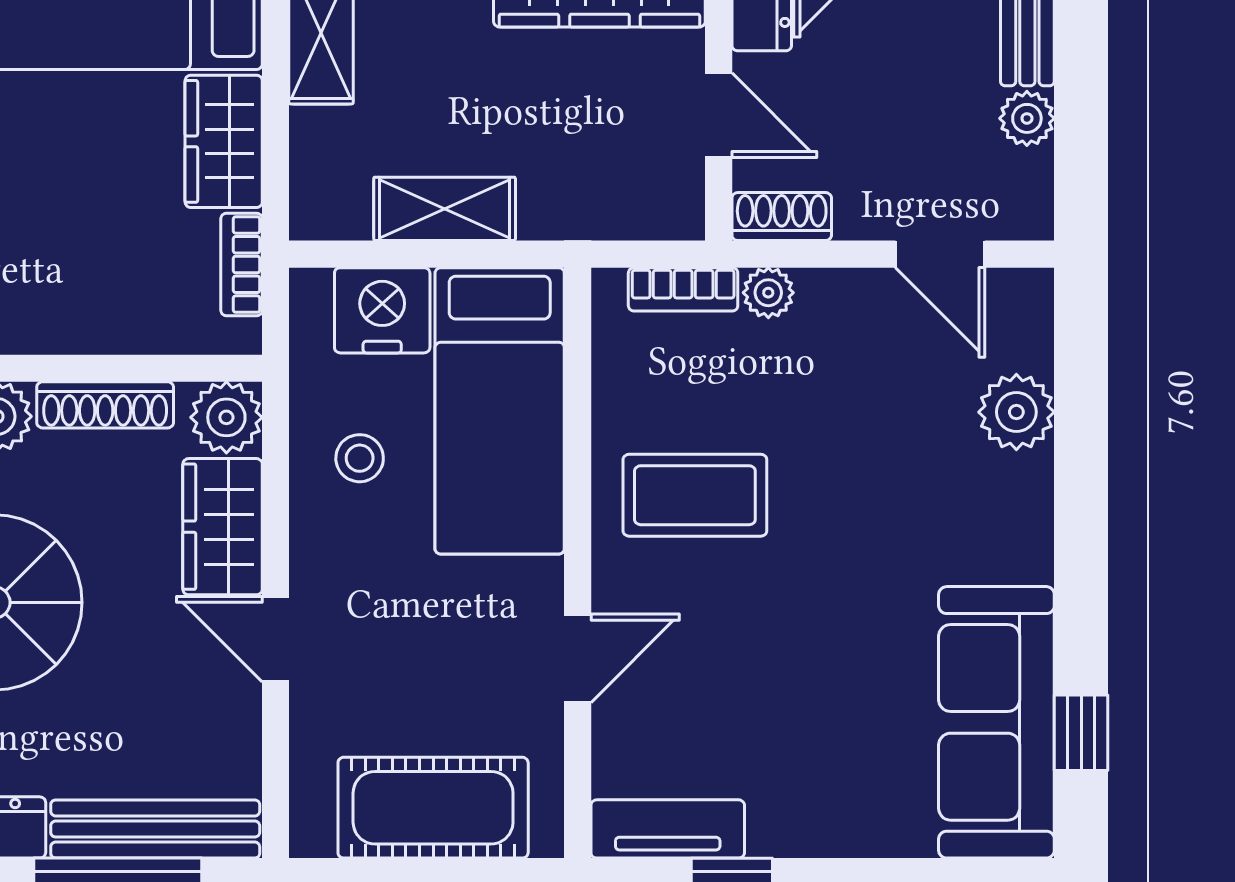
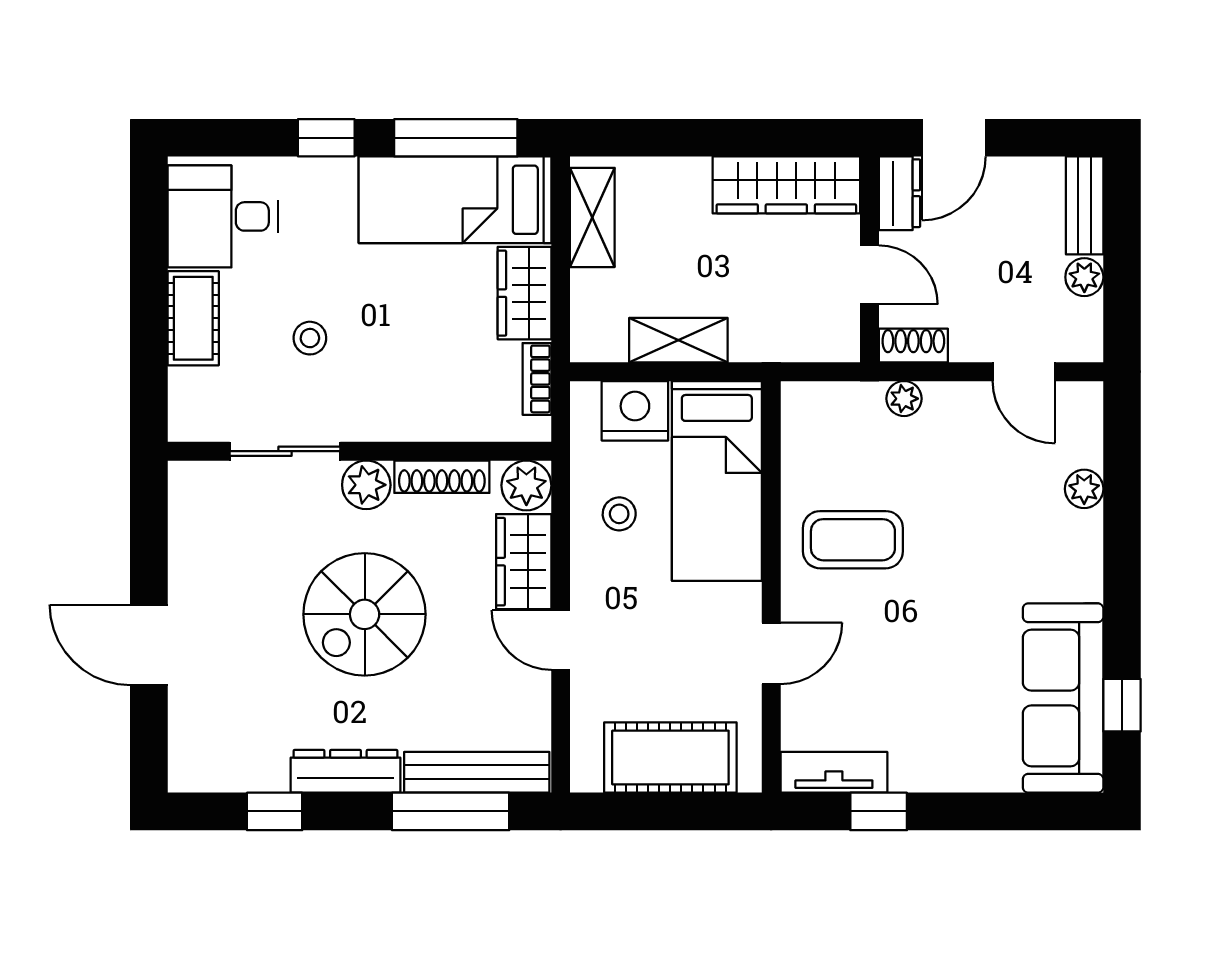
bookcase: (683, 289) -> (845, 396), removed
plant: (1016, 412) -> (1084, 489), width x0.73, depth x0.73

